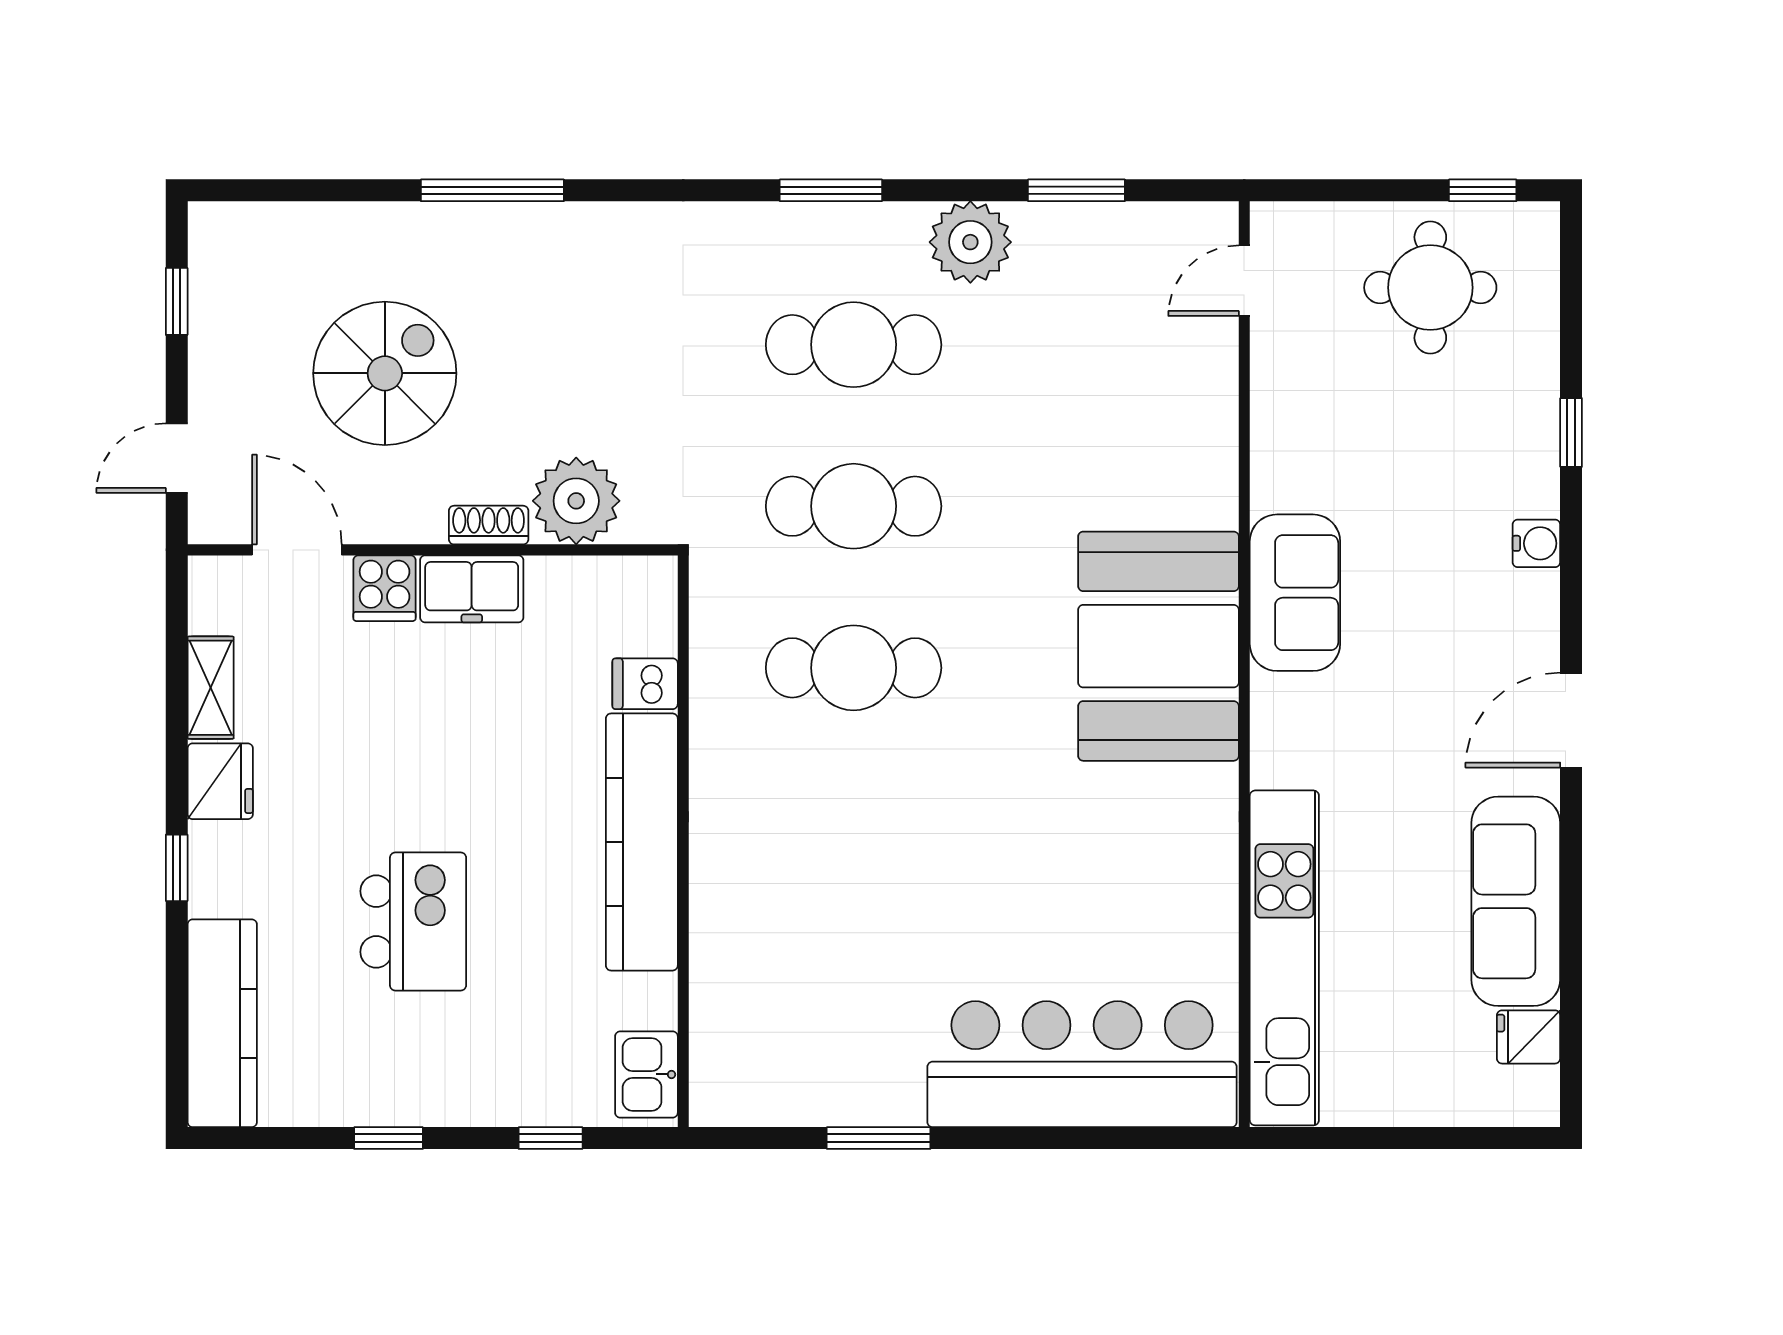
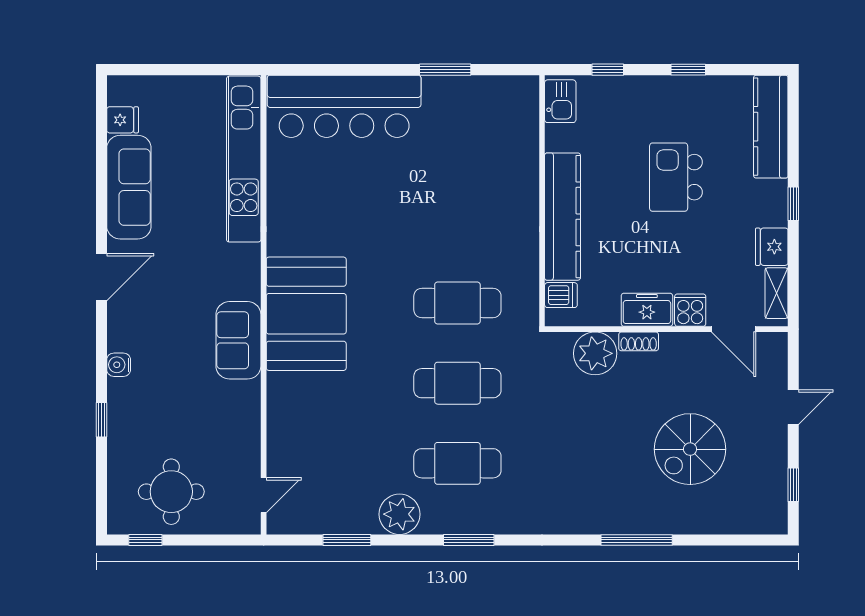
plant: (576, 501) -> (595, 353), moved
shoe rack: (489, 525) -> (639, 341), moved
door: (297, 550) -> (734, 329), moved
wall: (433, 550) -> (666, 329), moved
cooker: (385, 588) -> (690, 310), moved
freezer: (472, 589) -> (647, 310), moved

